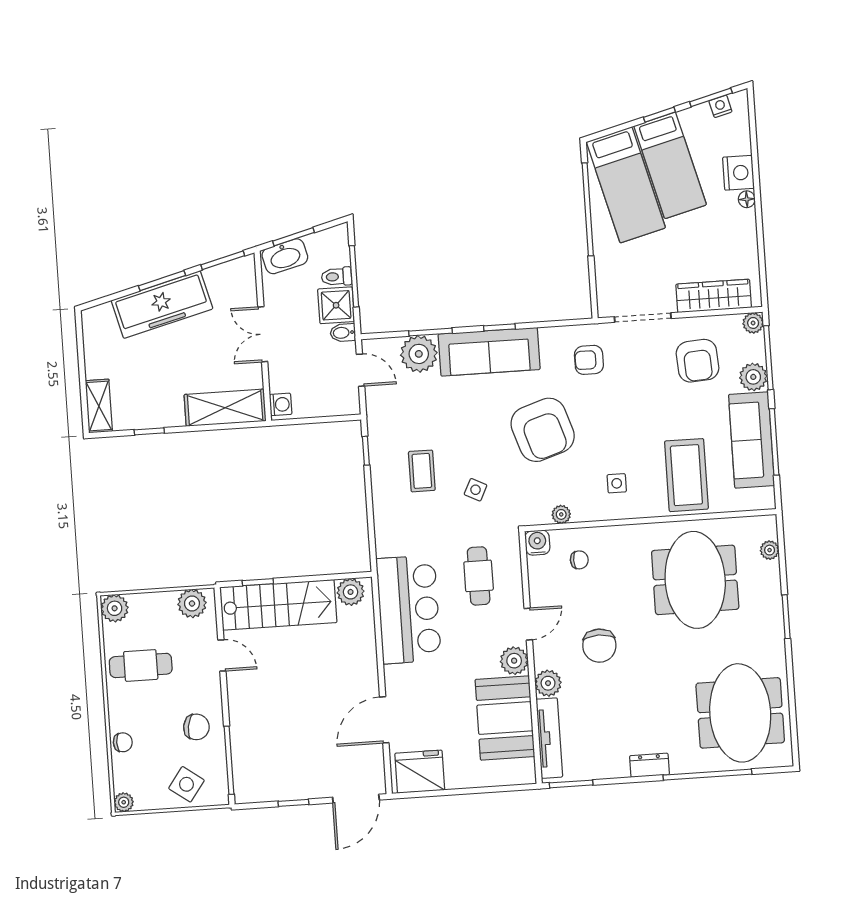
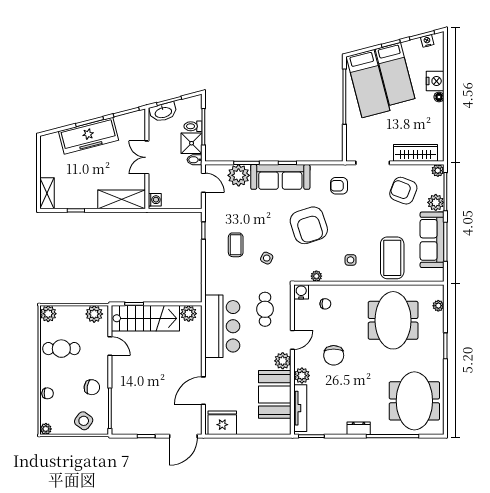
armchair: (697, 361) -> (403, 191), turned 115

